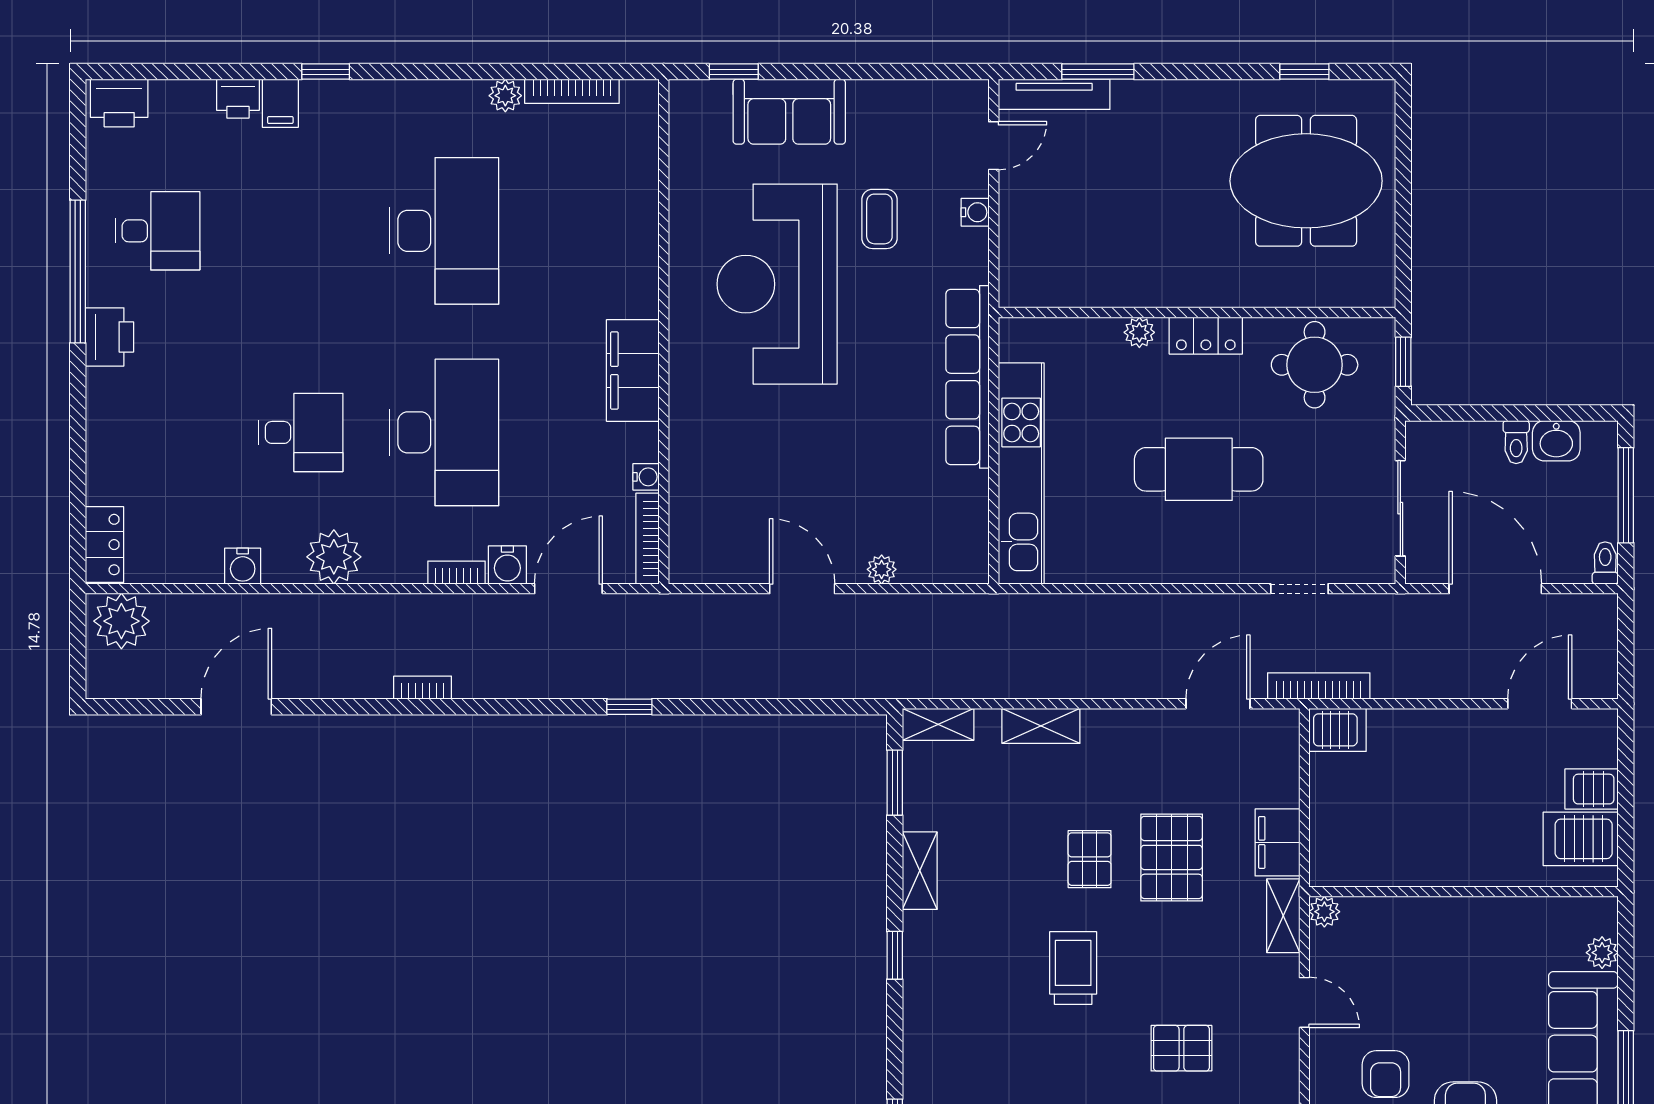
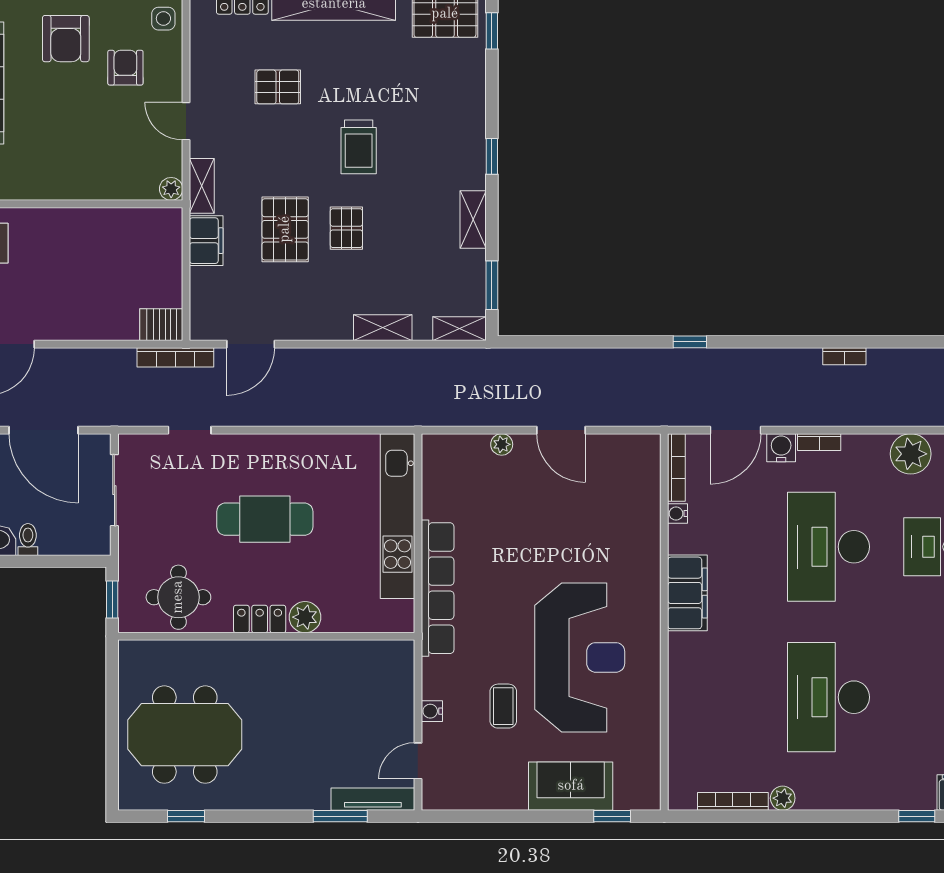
plant: (1139, 332) -> (305, 617), width x1.38, depth x1.38

